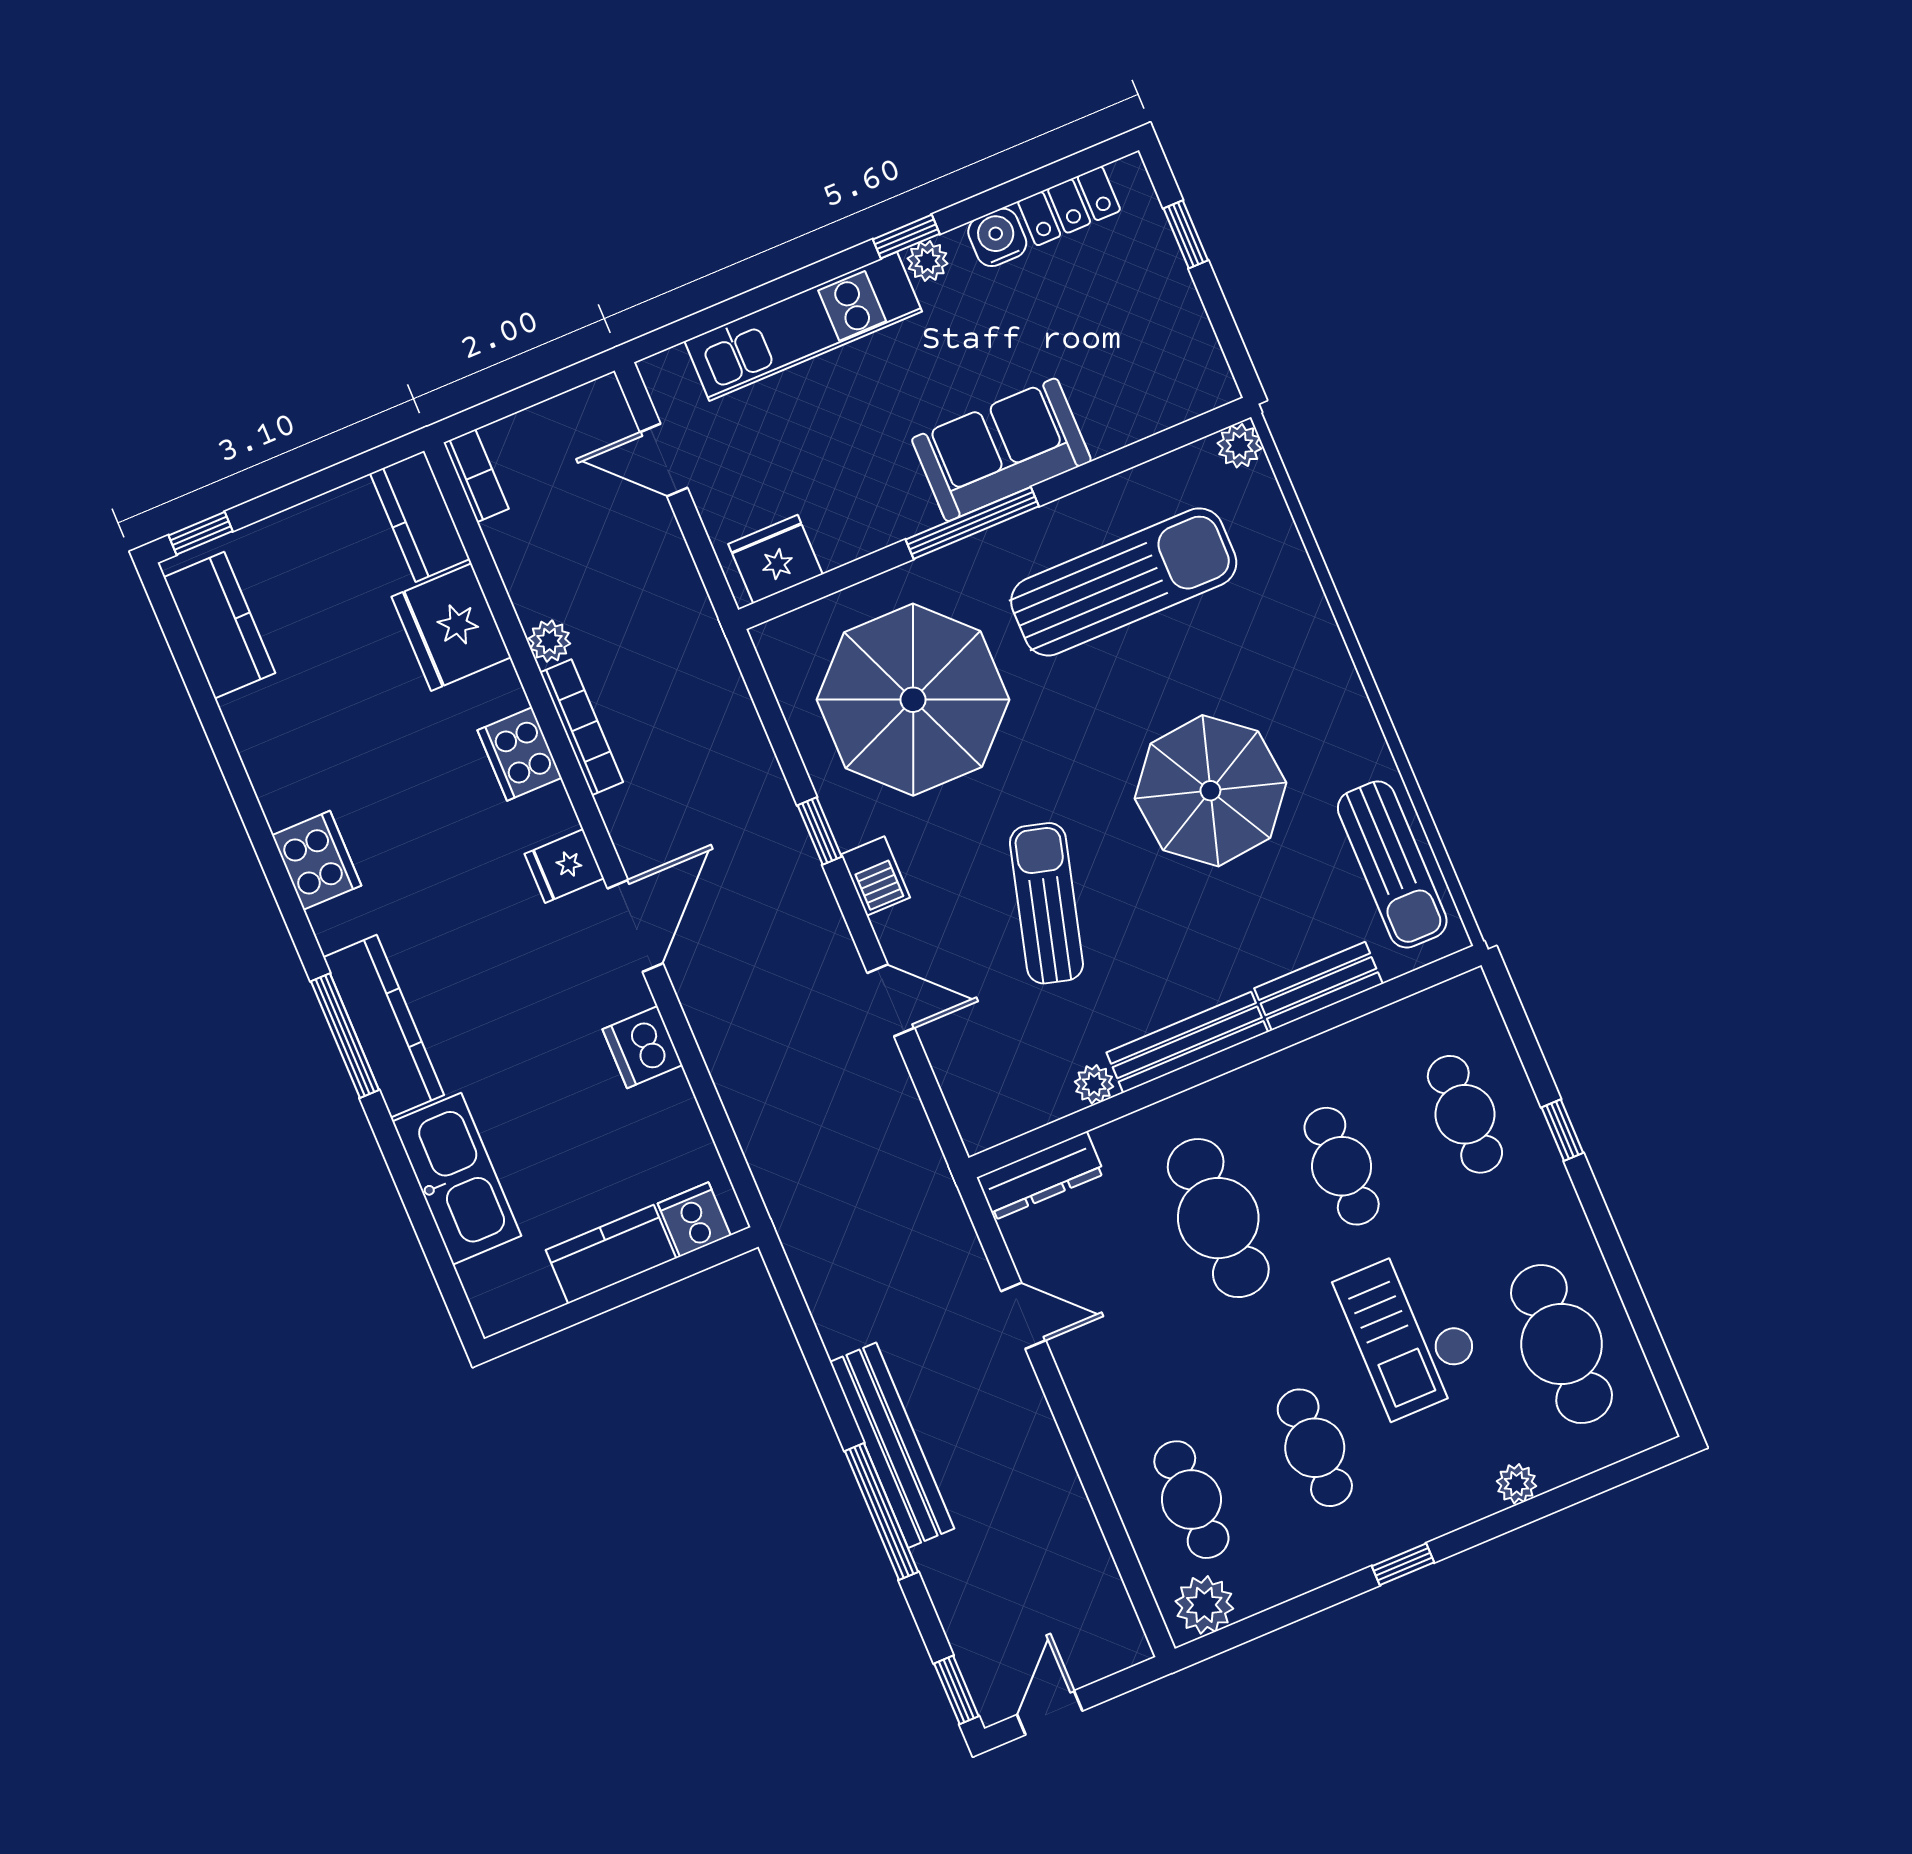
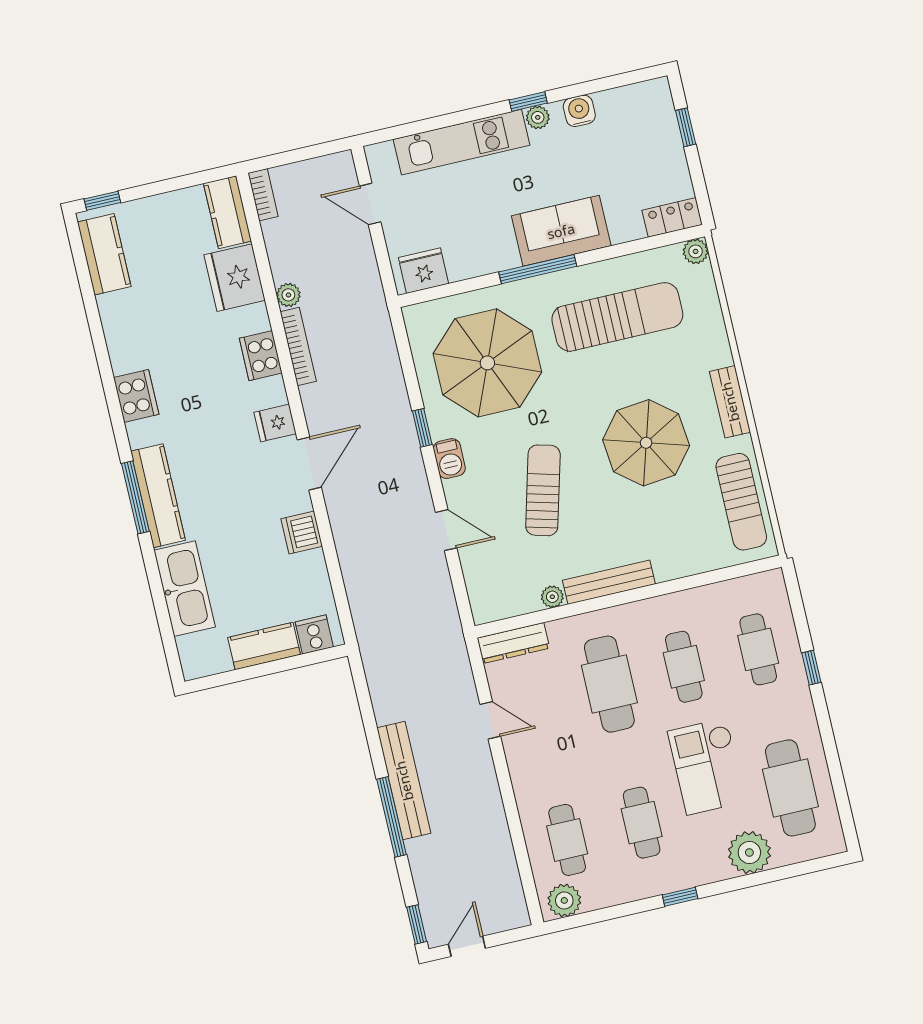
locker: (1069, 206) -> (672, 217), moved, turned 180
bench: (1318, 986) -> (730, 402), moved, turned 90
plant: (1517, 1484) -> (749, 853), width x1.87, depth x1.87

